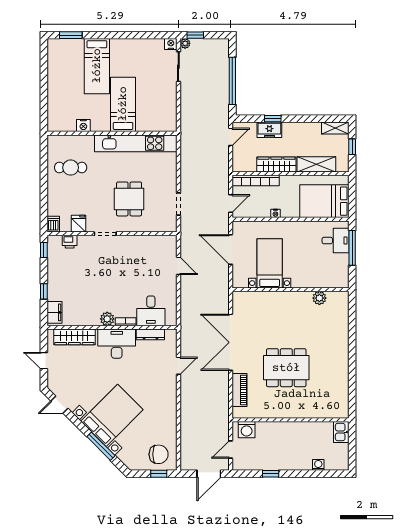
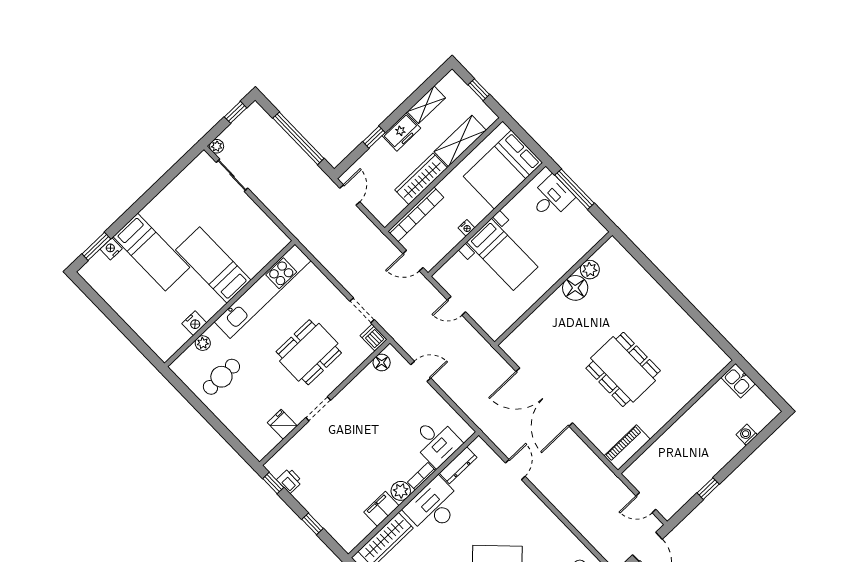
window: (195, 35) -> (236, 112), moved
nightstand: (171, 44) -> (111, 249), moved
shelving: (335, 128) -> (426, 105), moved
freezer: (269, 130) -> (401, 132), moved
plant: (78, 140) -> (203, 343), added
dining table: (129, 199) -> (309, 352), width x1.38
door: (231, 203) -> (413, 261), swing flipped
dishwasher: (53, 224) -> (374, 338), moved
floor lamp: (162, 241) -> (382, 362), added
printer: (70, 242) -> (289, 481), moved, turned -90
door: (231, 249) -> (456, 306), width x0.53
bed with nightstands: (270, 263) -> (502, 254), moved, turned 180
floor lamp: (302, 300) -> (575, 288), added
filing cabinet: (54, 312) -> (381, 509), moved, turned -90
dining table: (286, 368) -> (623, 369), turned 90
piano: (240, 390) -> (627, 448), moved, turned -90
washing machine: (247, 430) -> (643, 468), removed
door: (231, 450) -> (646, 503), hinge flipped

